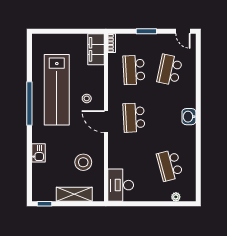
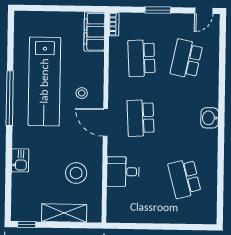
door: (183, 31) -> (204, 11), hinge flipped
desk: (121, 185) -> (123, 172), moved, width x0.73
plant: (176, 197) -> (192, 218), removed

